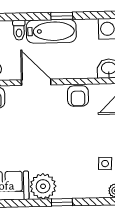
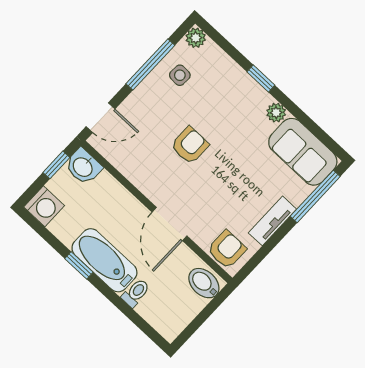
armchair: (78, 96) -> (190, 145), moved
plant: (43, 186) -> (276, 113), width x0.53, depth x0.53

